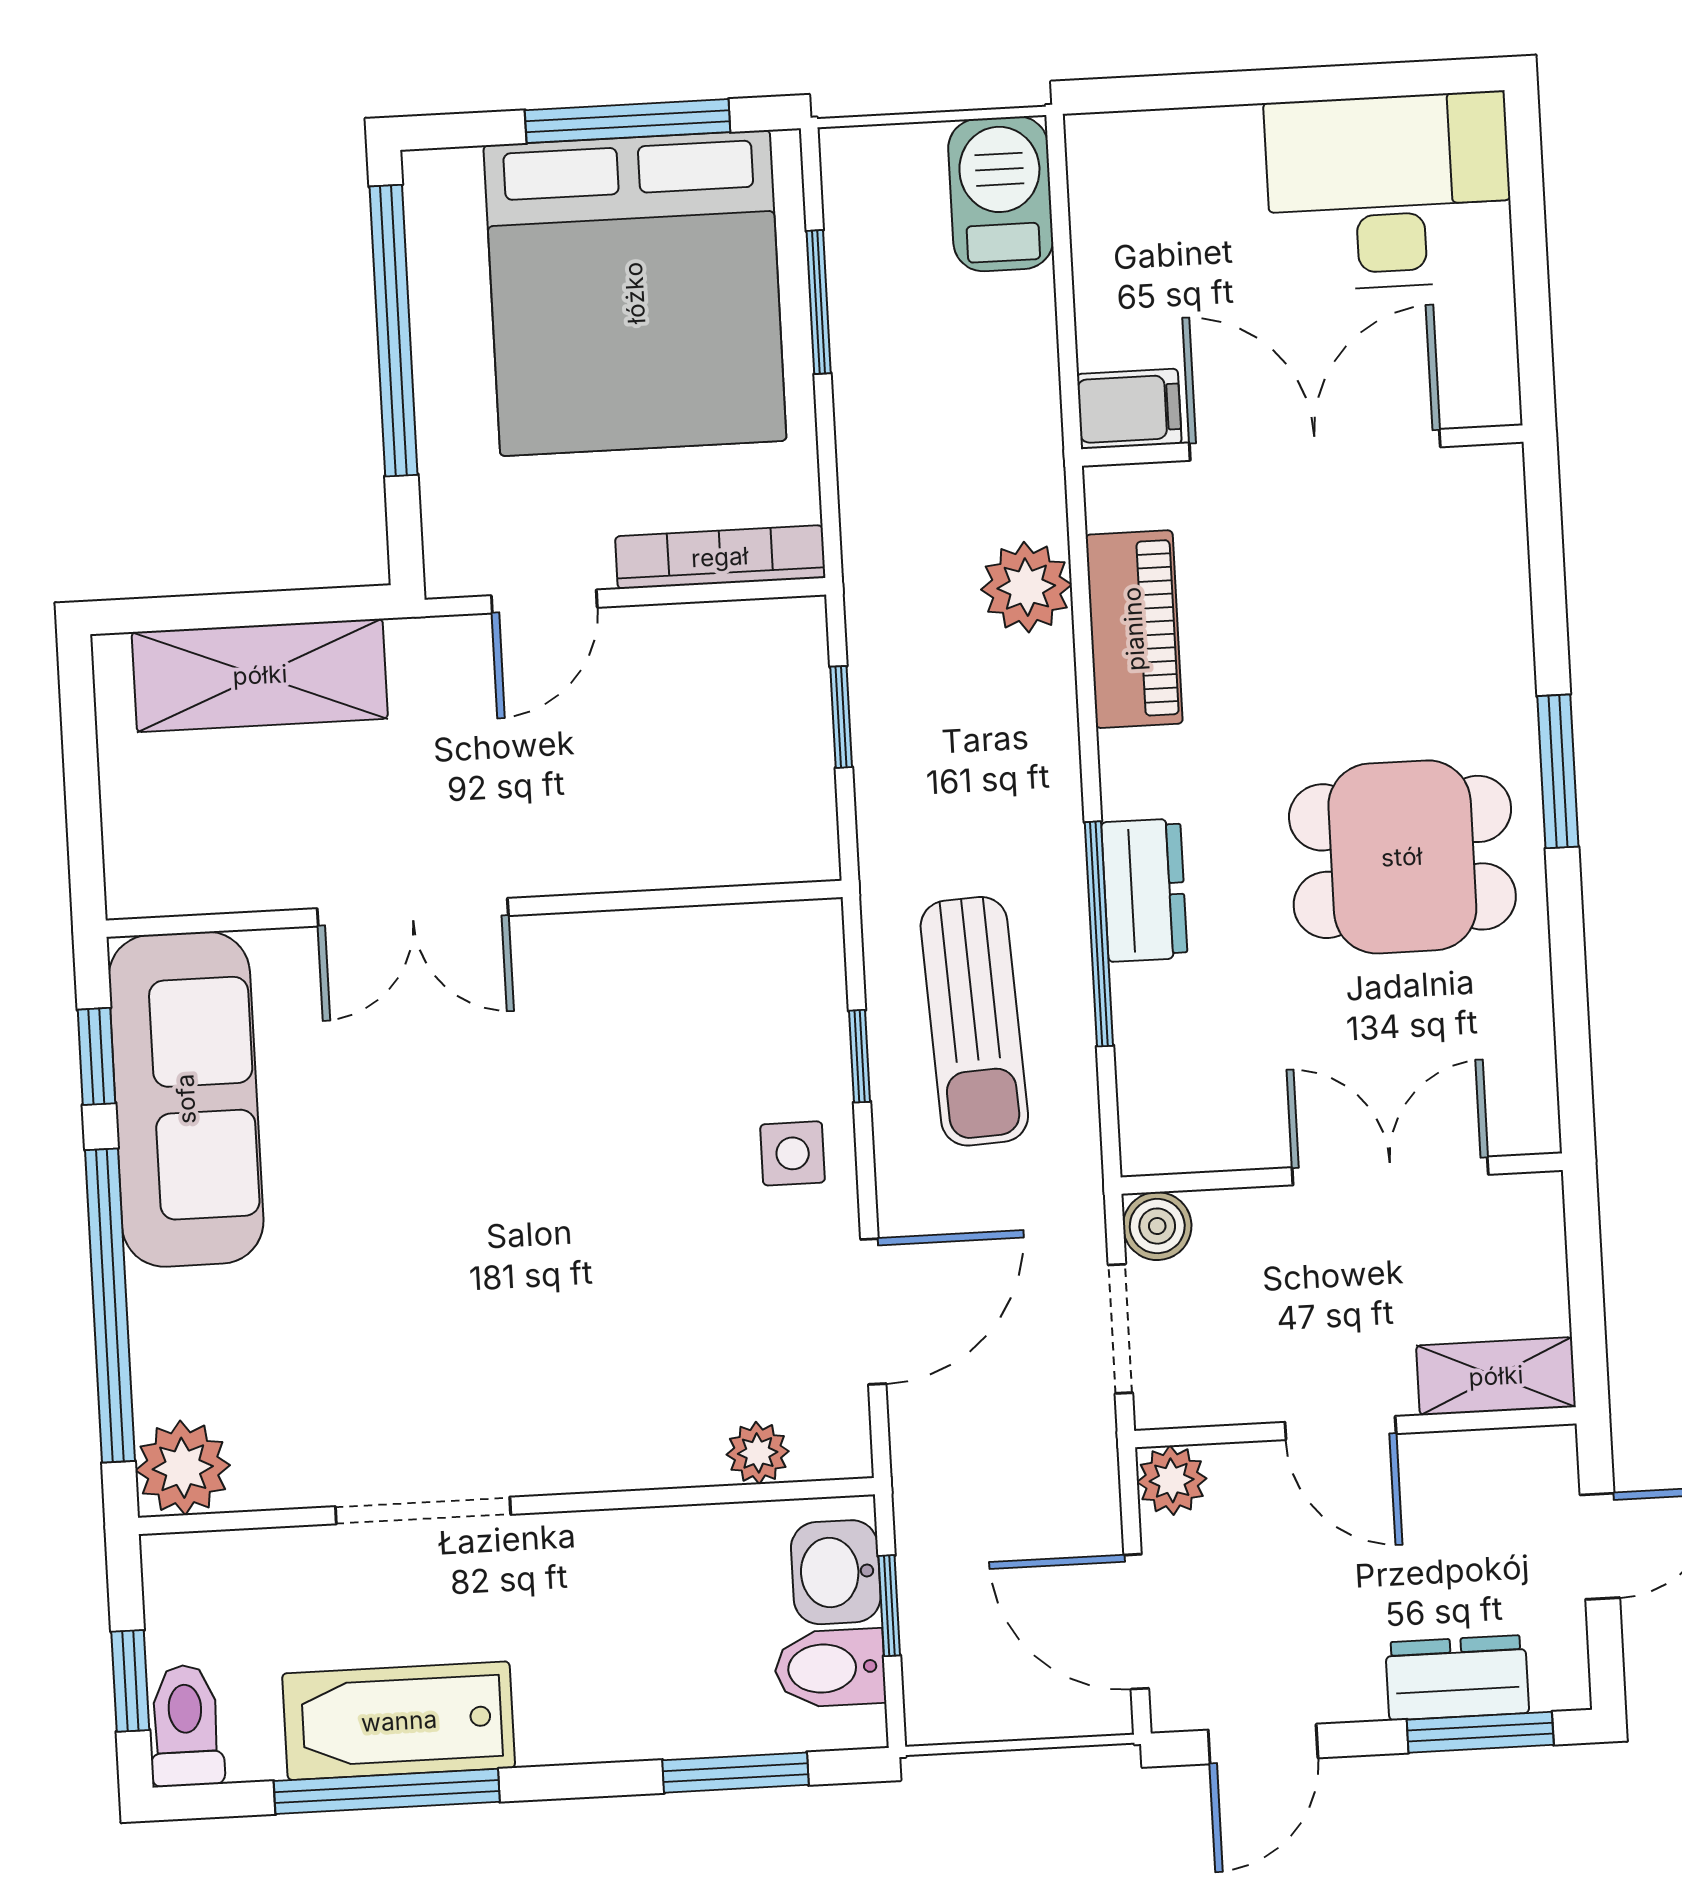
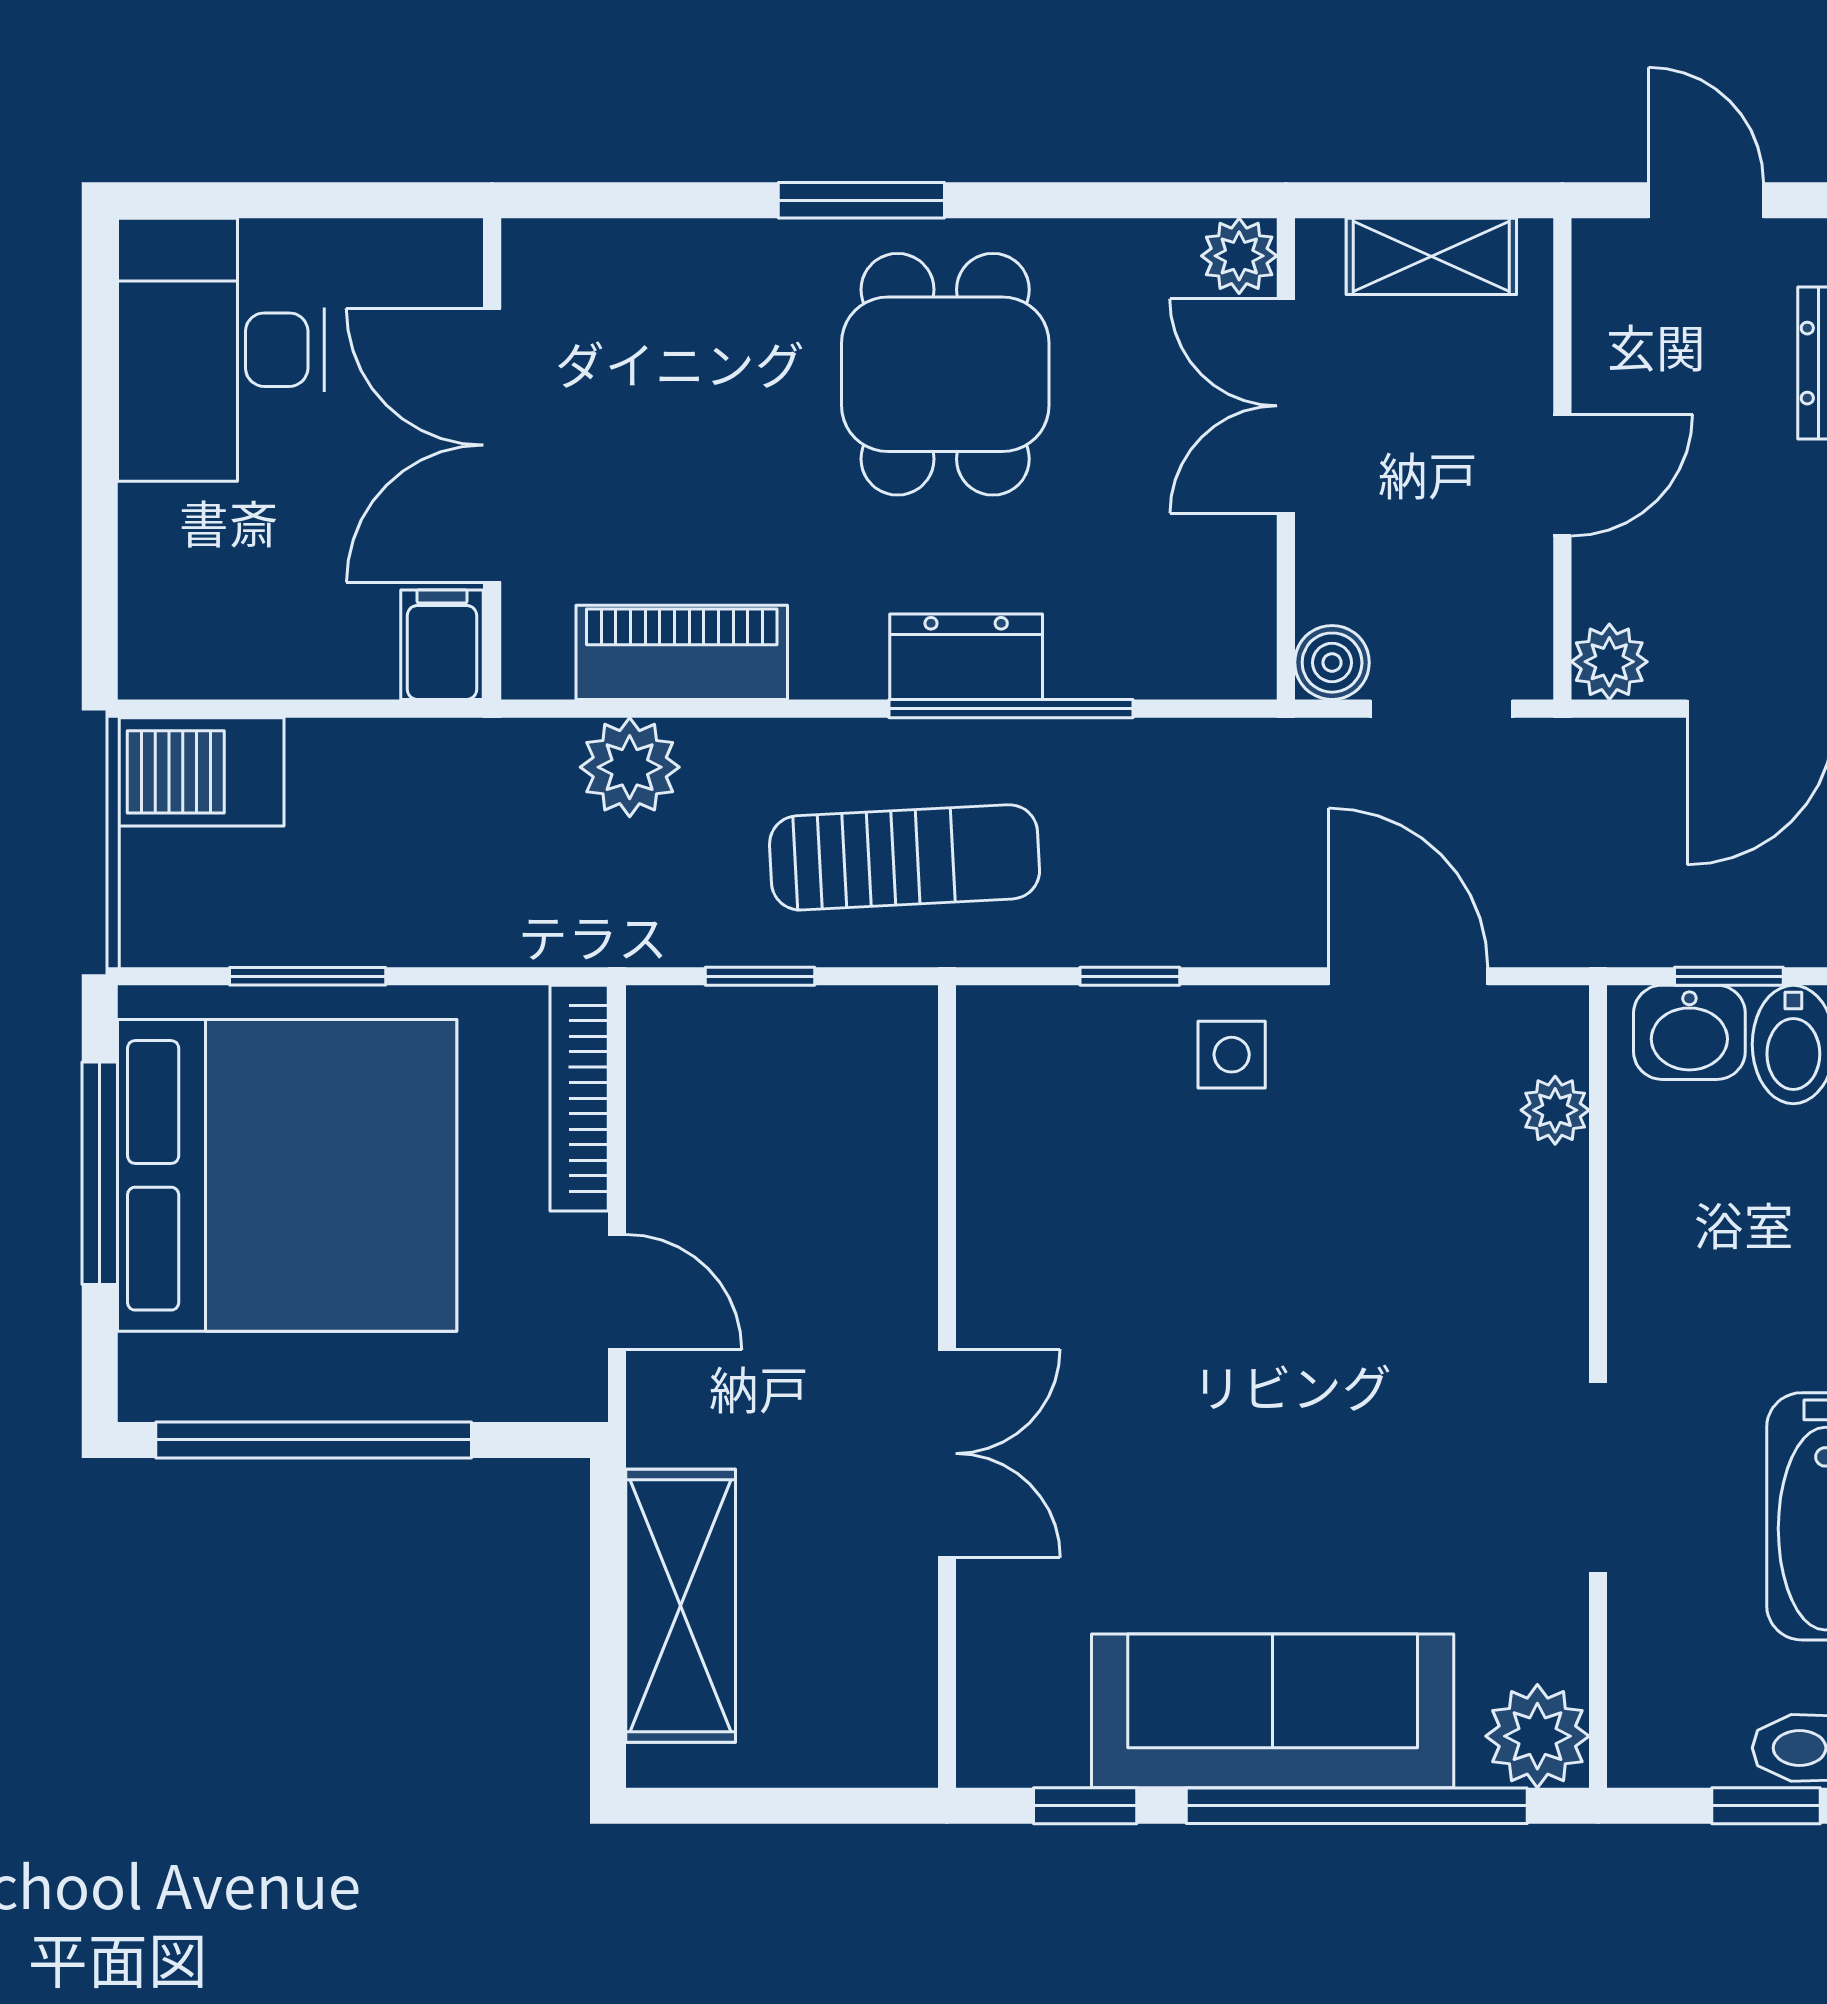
sun lounger: (974, 1021) -> (905, 857), moved
sofa: (186, 1099) -> (1273, 1711), moved
plant: (1526, 1121) -> (1239, 256), added
shelving: (1496, 1376) -> (1431, 256), moved, turned 90

